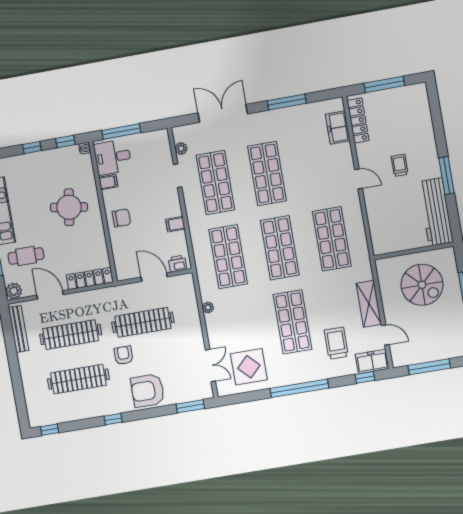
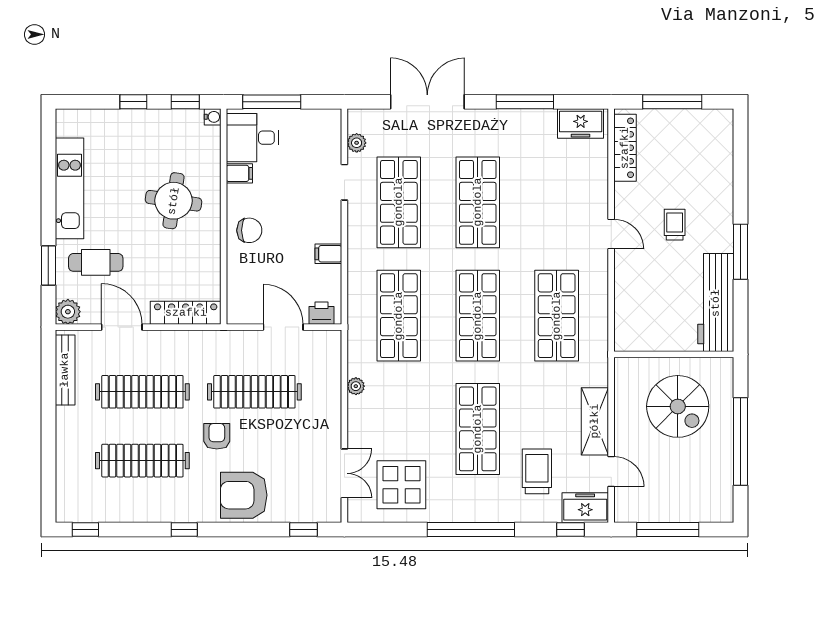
freezer: (338, 128) -> (581, 124), moved, turned -90
window: (190, 406) -> (304, 529), width x0.67

